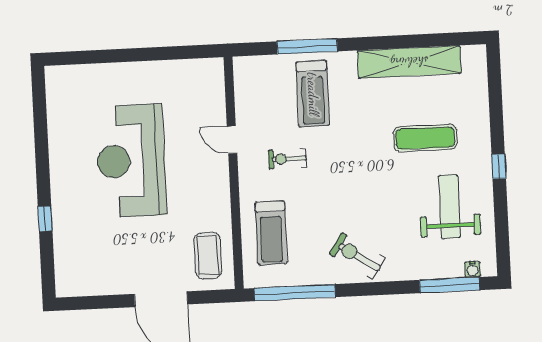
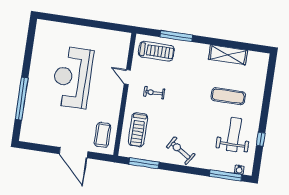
shelving: (409, 62) -> (228, 55), width x0.68
treadmill: (313, 94) -> (156, 51), moved, turned -90
window: (499, 167) -> (261, 139), moved
window: (45, 219) -> (22, 99), width x3.17
window: (295, 293) -> (144, 163), width x0.68

